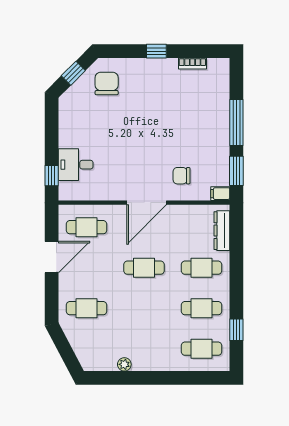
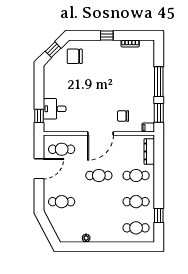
chair: (107, 83) -> (75, 56), turned -90

